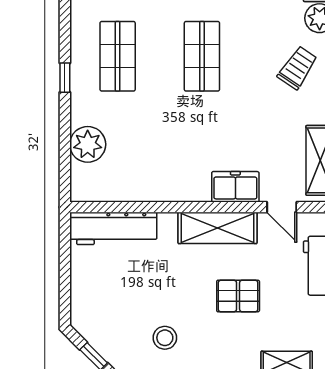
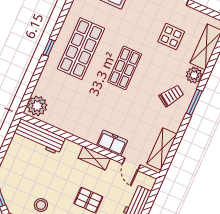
shop shelf: (118, 56) -> (81, 49), width x1.43, depth x1.36
plant: (88, 144) -> (37, 106), moved
shelving: (218, 228) -> (94, 158), width x0.67, depth x0.75

